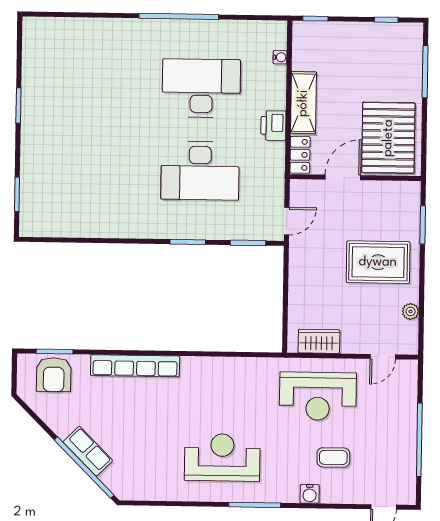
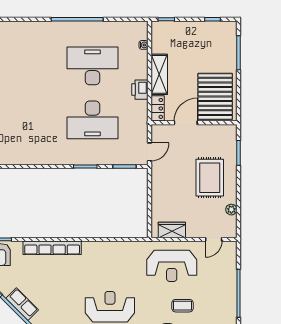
rug: (378, 262) -> (210, 178), turned 90

